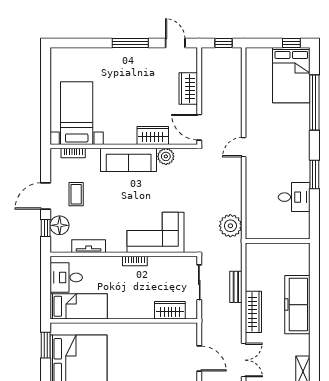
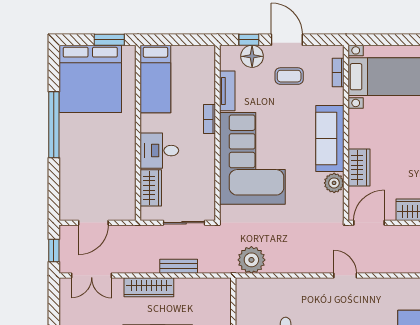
corner sofa: (155, 232) -> (252, 158), width x1.36, depth x1.36
bookcase: (135, 261) -> (209, 119), moved
desk: (66, 277) -> (159, 151), moved, turned -90

